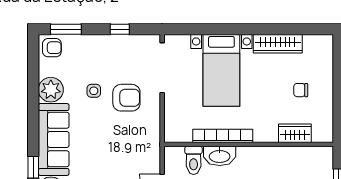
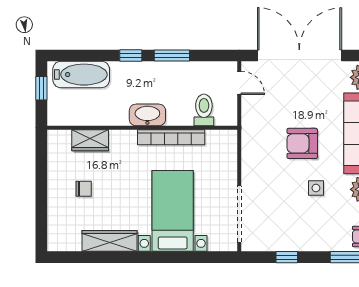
armchair: (126, 98) -> (302, 143), moved
washbasin: (220, 156) -> (147, 115), moved

